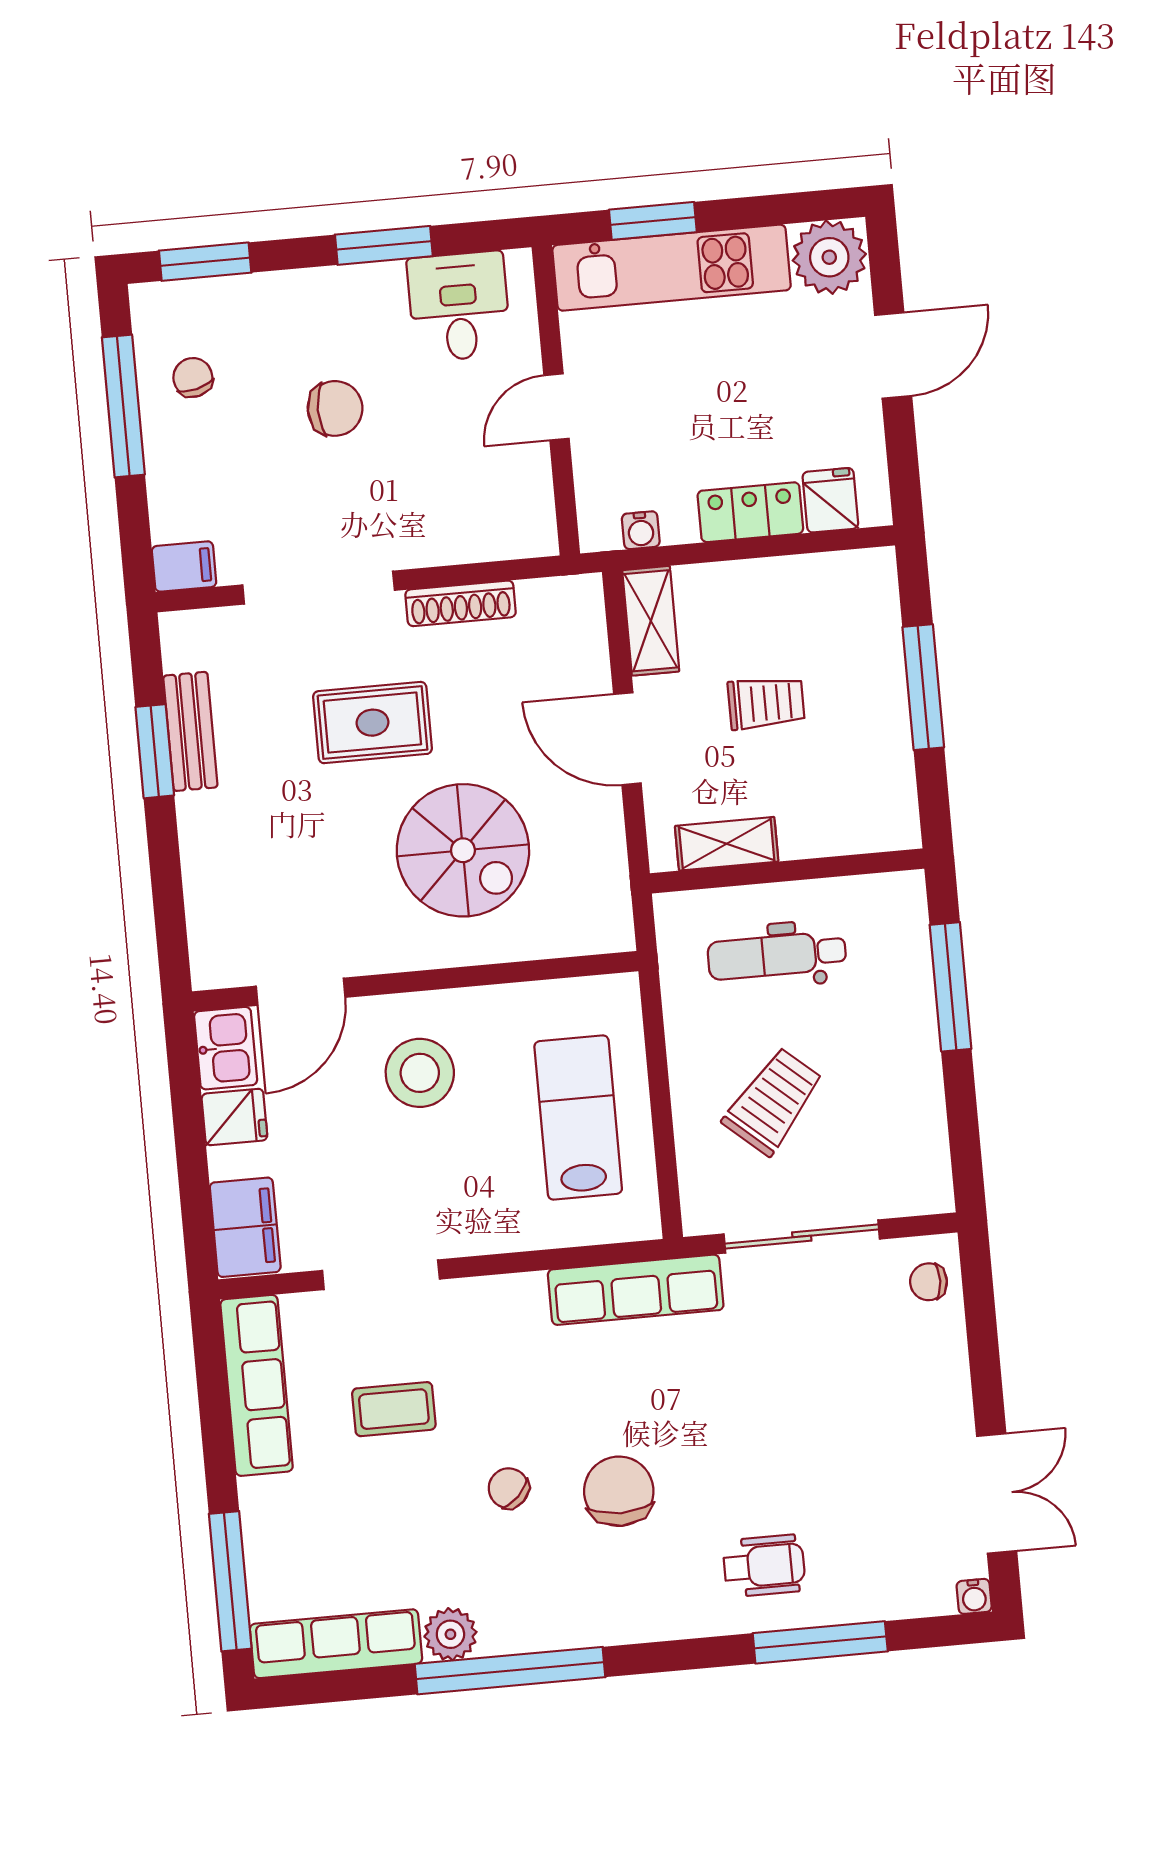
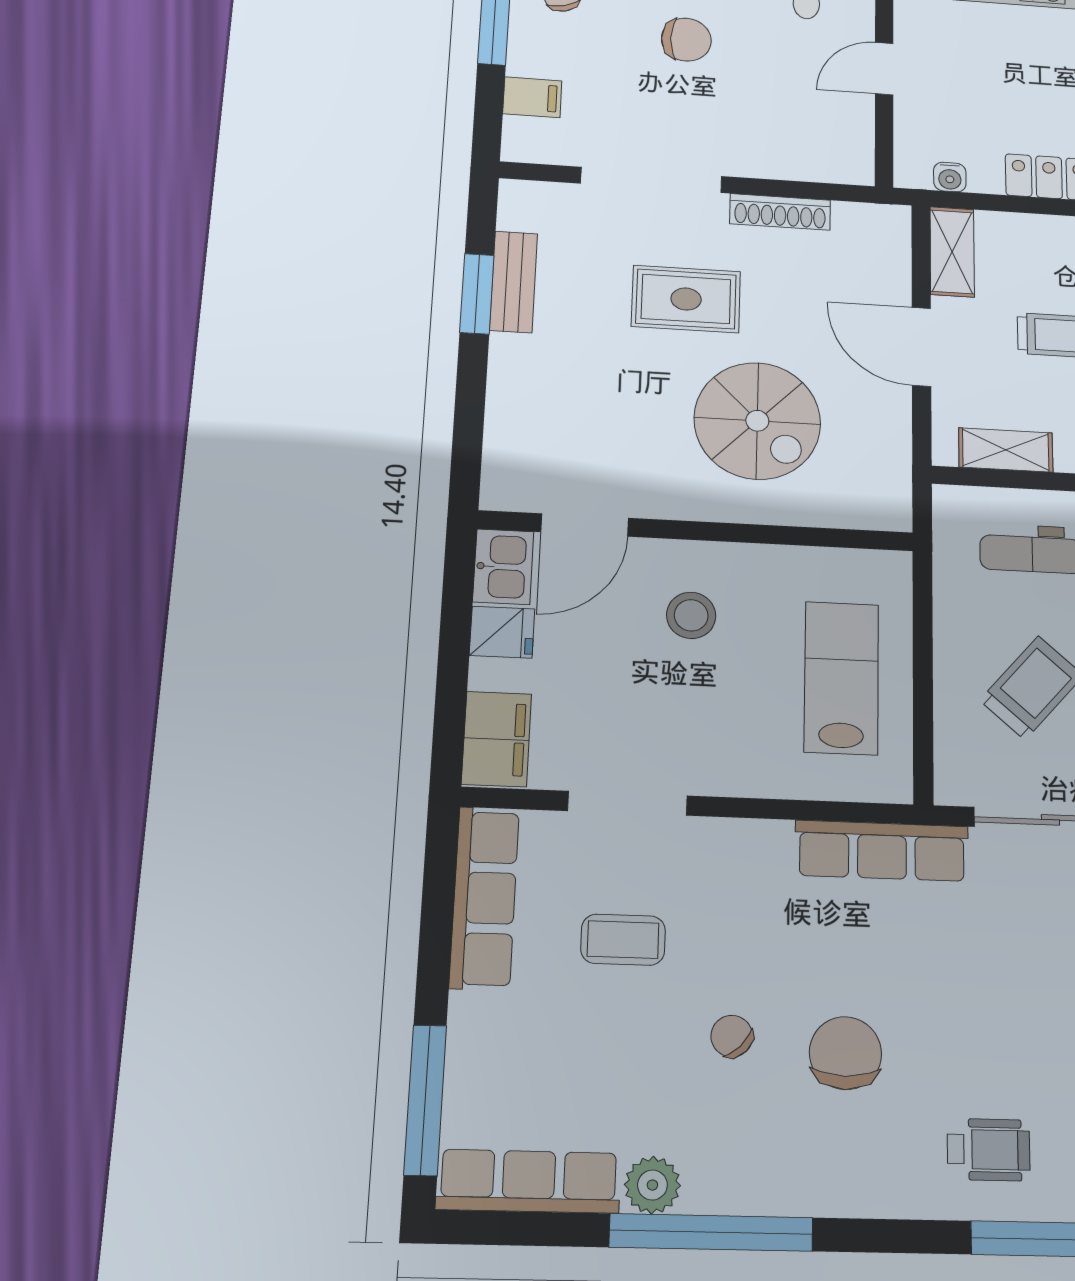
filing cabinet: (184, 567) -> (532, 97), moved
stool: (420, 1073) -> (691, 615), width x0.73, depth x0.73

